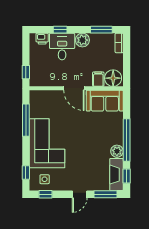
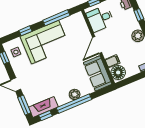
desk: (62, 47) -> (100, 19), moved, turned 180
plant: (117, 151) -> (75, 94), moved
window: (26, 172) -> (25, 31), moved

